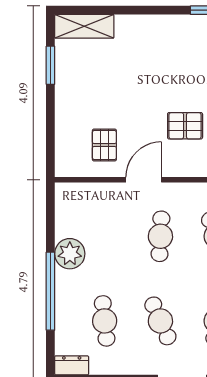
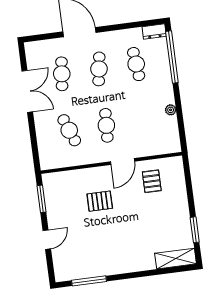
plant: (70, 254) -> (171, 110), width x0.53, depth x0.53
window: (50, 291) -> (172, 57), moved
cafe table: (160, 321) -> (99, 69), turned 33

